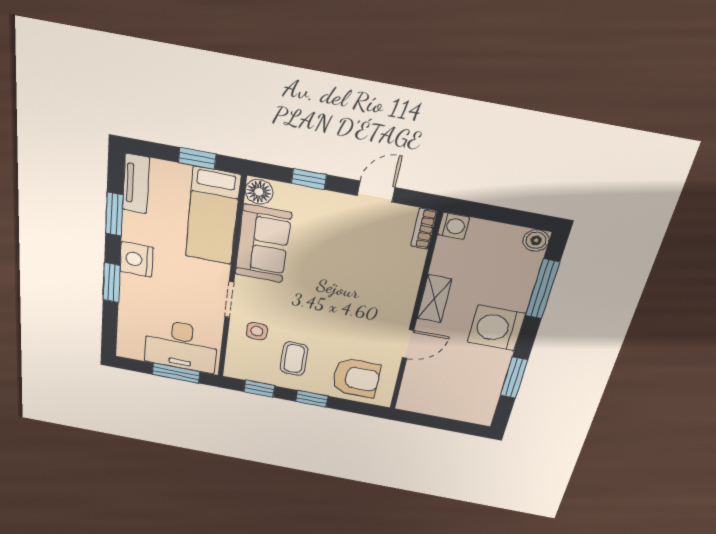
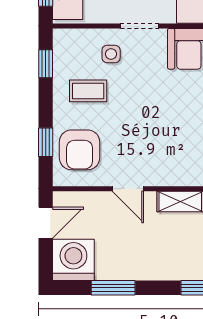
washing machine: (496, 328) -> (73, 260), moved
window: (312, 399) -> (46, 142), moved
door: (427, 421) -> (46, 223), added

